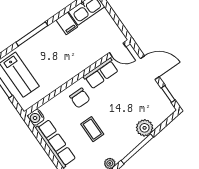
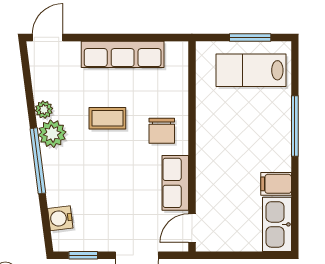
chair: (80, 98) -> (162, 131), turned -90
water cooler: (36, 117) -> (60, 218), moved, turned -97
plant: (145, 128) -> (52, 134), moved

